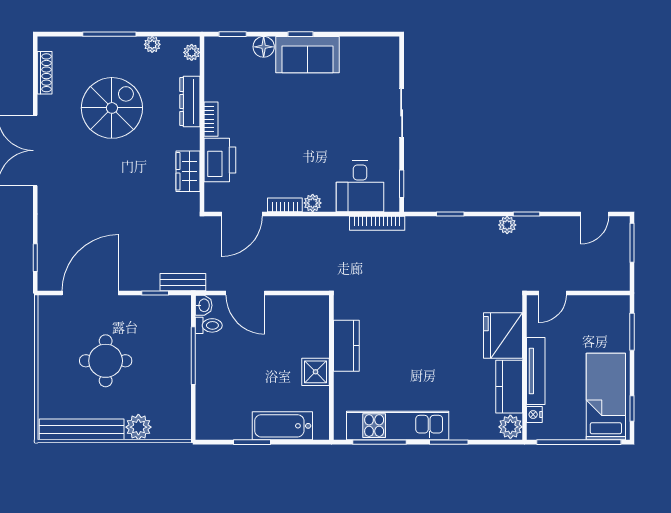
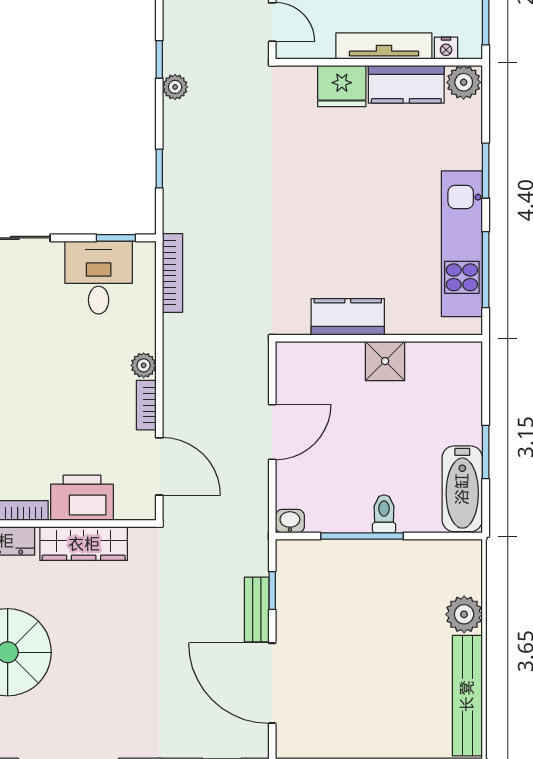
wardrobe: (188, 171) -> (84, 544), width x1.50
desk: (360, 186) -> (99, 277), moved, turned -90
bench: (183, 282) -> (257, 610), moved
door: (245, 293) -> (272, 432), moved
toilet: (209, 325) -> (384, 514), moved
fridge: (503, 336) -> (342, 86), width x0.73, depth x0.75
round table: (106, 361) -> (369, 661), removed
bathtub: (282, 426) -> (462, 489), moved

